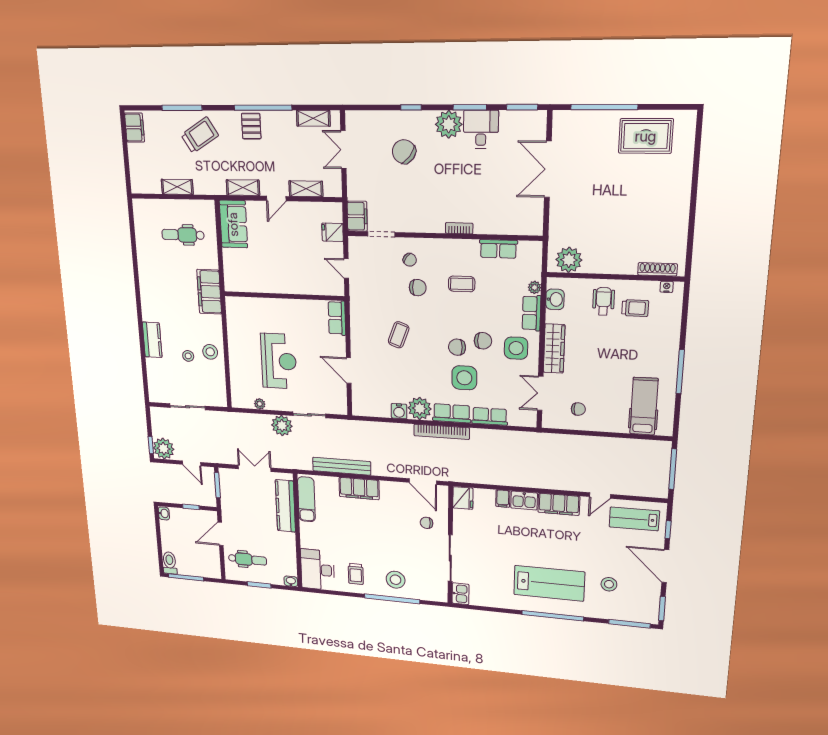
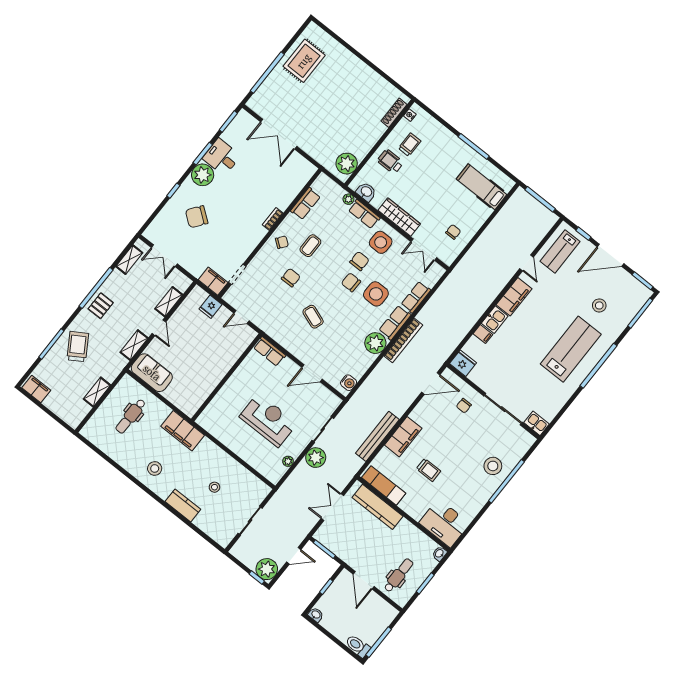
pallet: (251, 126) -> (101, 306), turned 90
chair: (410, 260) -> (282, 242), moved
chair: (457, 347) -> (351, 282), turned 90
stool: (210, 352) -> (155, 468), moved
water cooler: (399, 411) -> (349, 383), moved
trolley: (356, 574) -> (429, 470), moved

